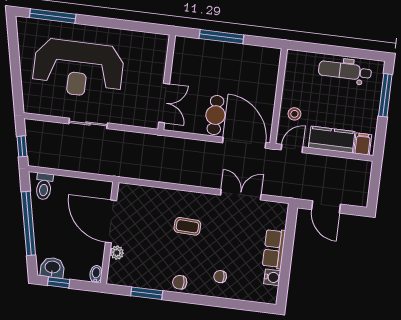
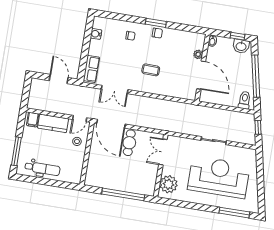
window: (221, 37) -> (123, 194), width x1.46
plant: (154, 55) -> (169, 184), added
row of seats: (274, 249) -> (91, 69), moved
window: (147, 293) -> (156, 23), moved

